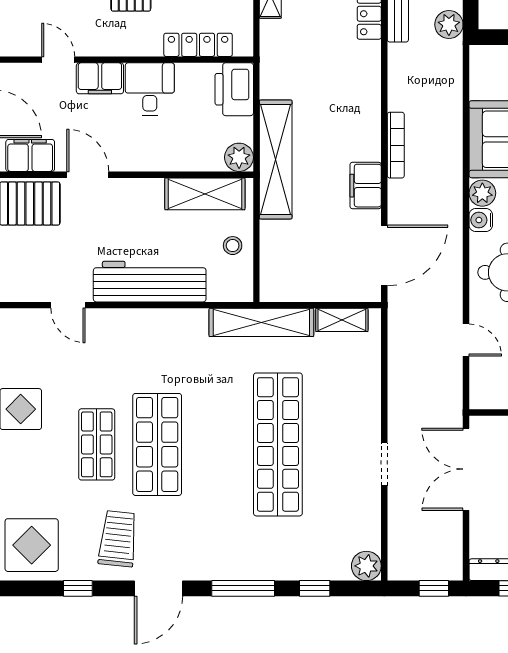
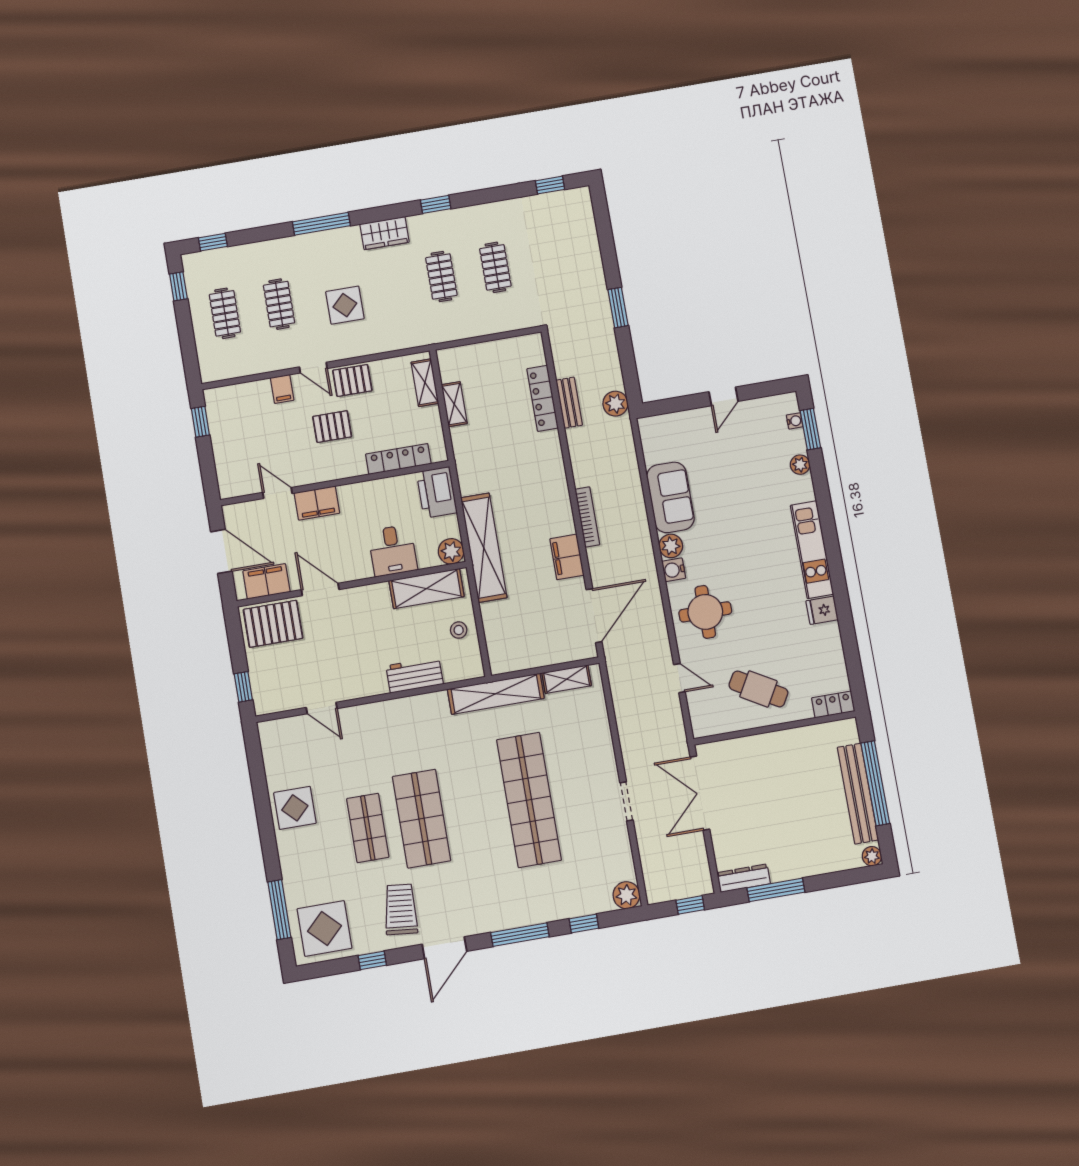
desk: (150, 89) -> (393, 551), moved, turned 180
workbench: (150, 282) -> (415, 675), width x0.53, depth x0.76

